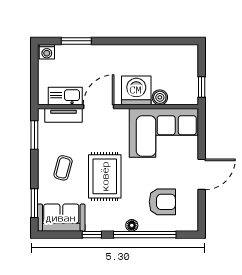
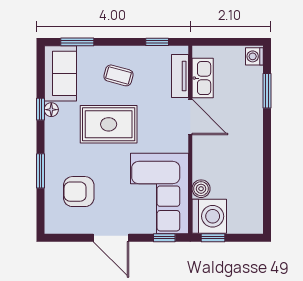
washing machine: (136, 90) -> (209, 216), moved
window: (202, 129) -> (164, 238), added
window: (34, 135) -> (157, 42), width x0.67
armchair: (162, 202) -> (79, 192), turned 90
floor lamp: (132, 225) -> (51, 110), moved
window: (145, 235) -> (40, 171), width x0.47

